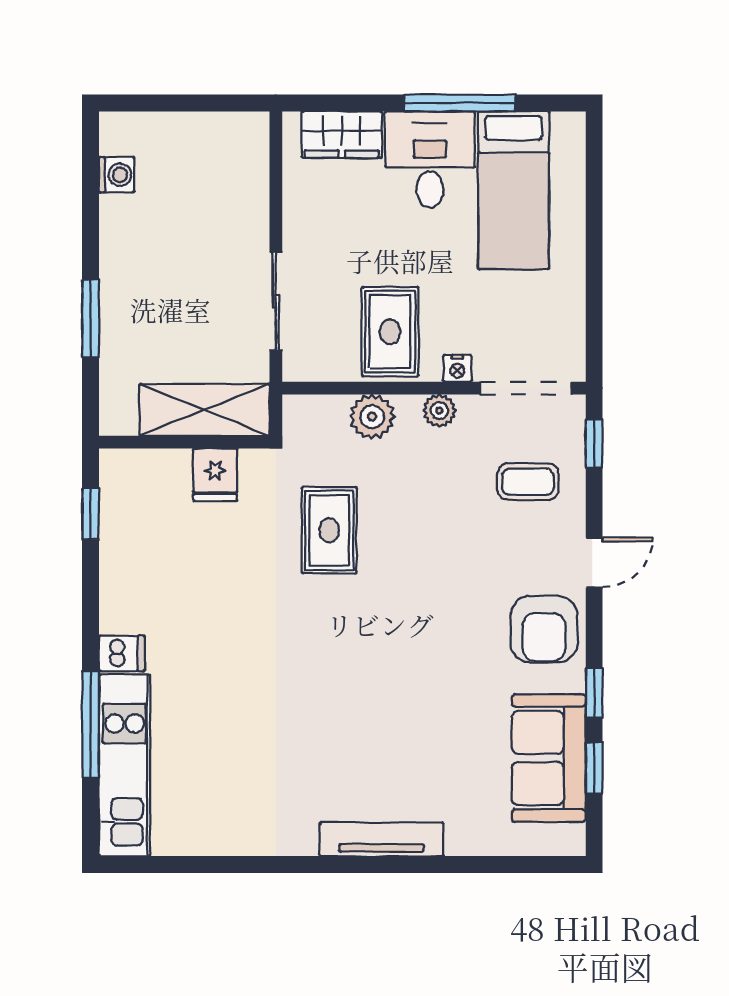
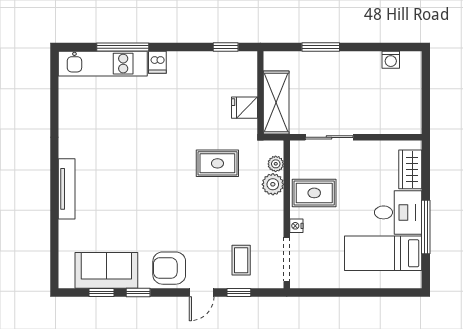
plant: (439, 411) -> (276, 164), moved
window: (594, 443) -> (239, 292), moved
door: (594, 563) -> (202, 292), hinge flipped

